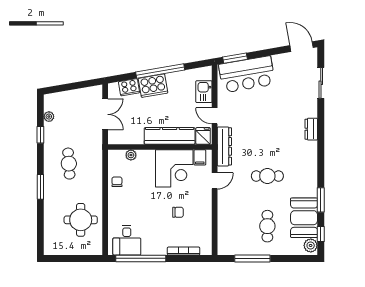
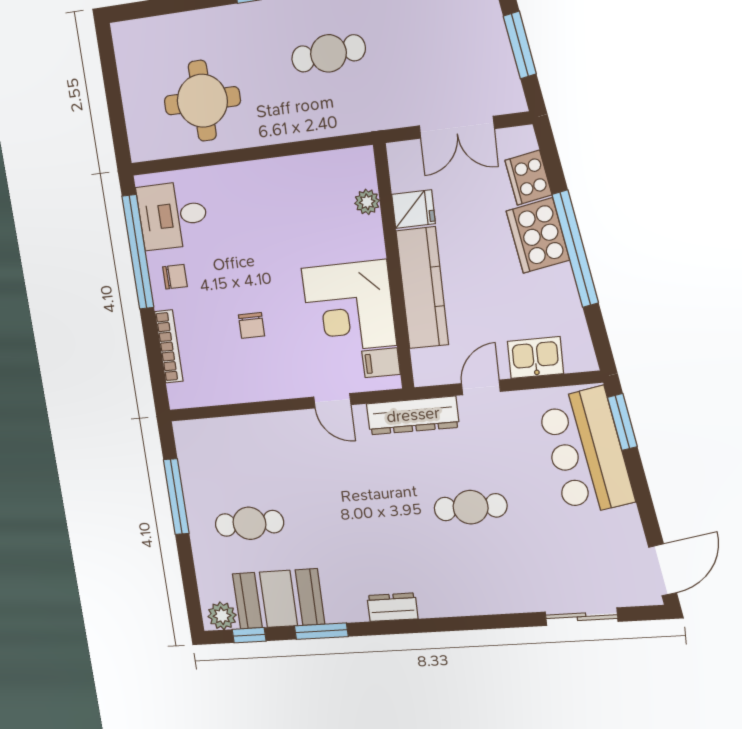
window: (76, 86) -> (520, 45), added
dresser: (311, 129) -> (392, 607), moved
fridge: (203, 136) -> (413, 209), moved
cafe table: (267, 176) -> (471, 507), moved, turned 90
chair: (117, 182) -> (175, 277), moved

